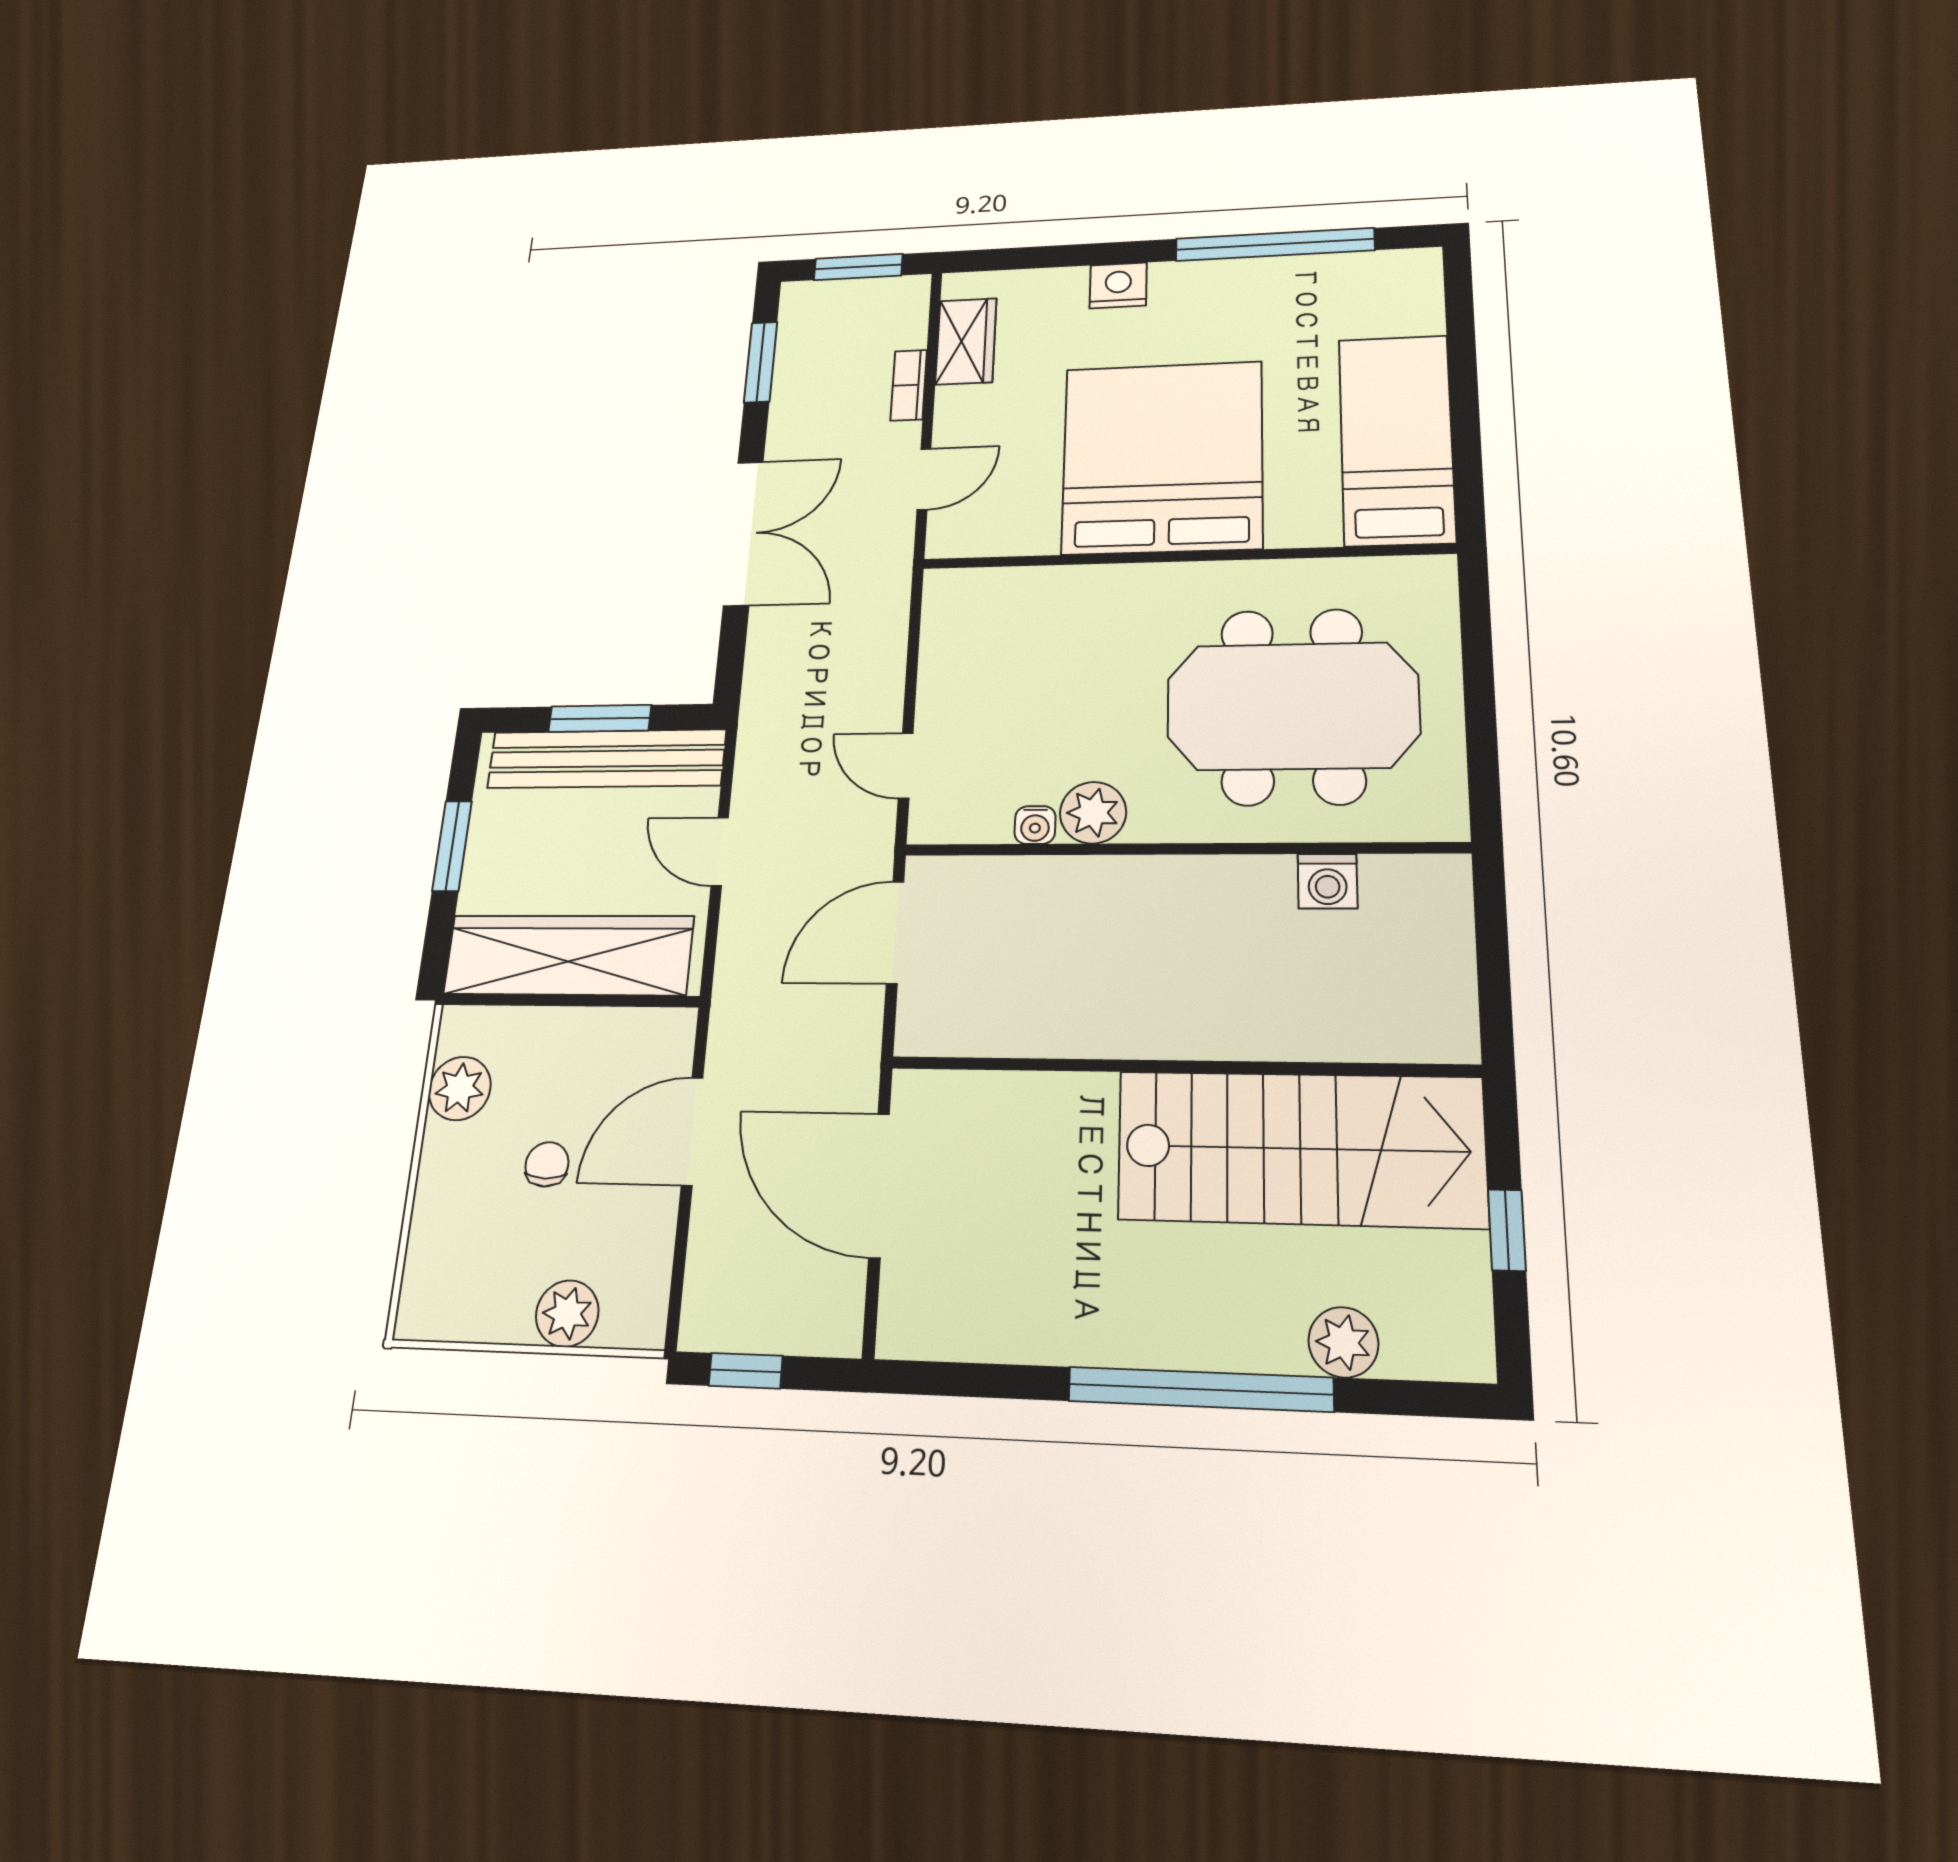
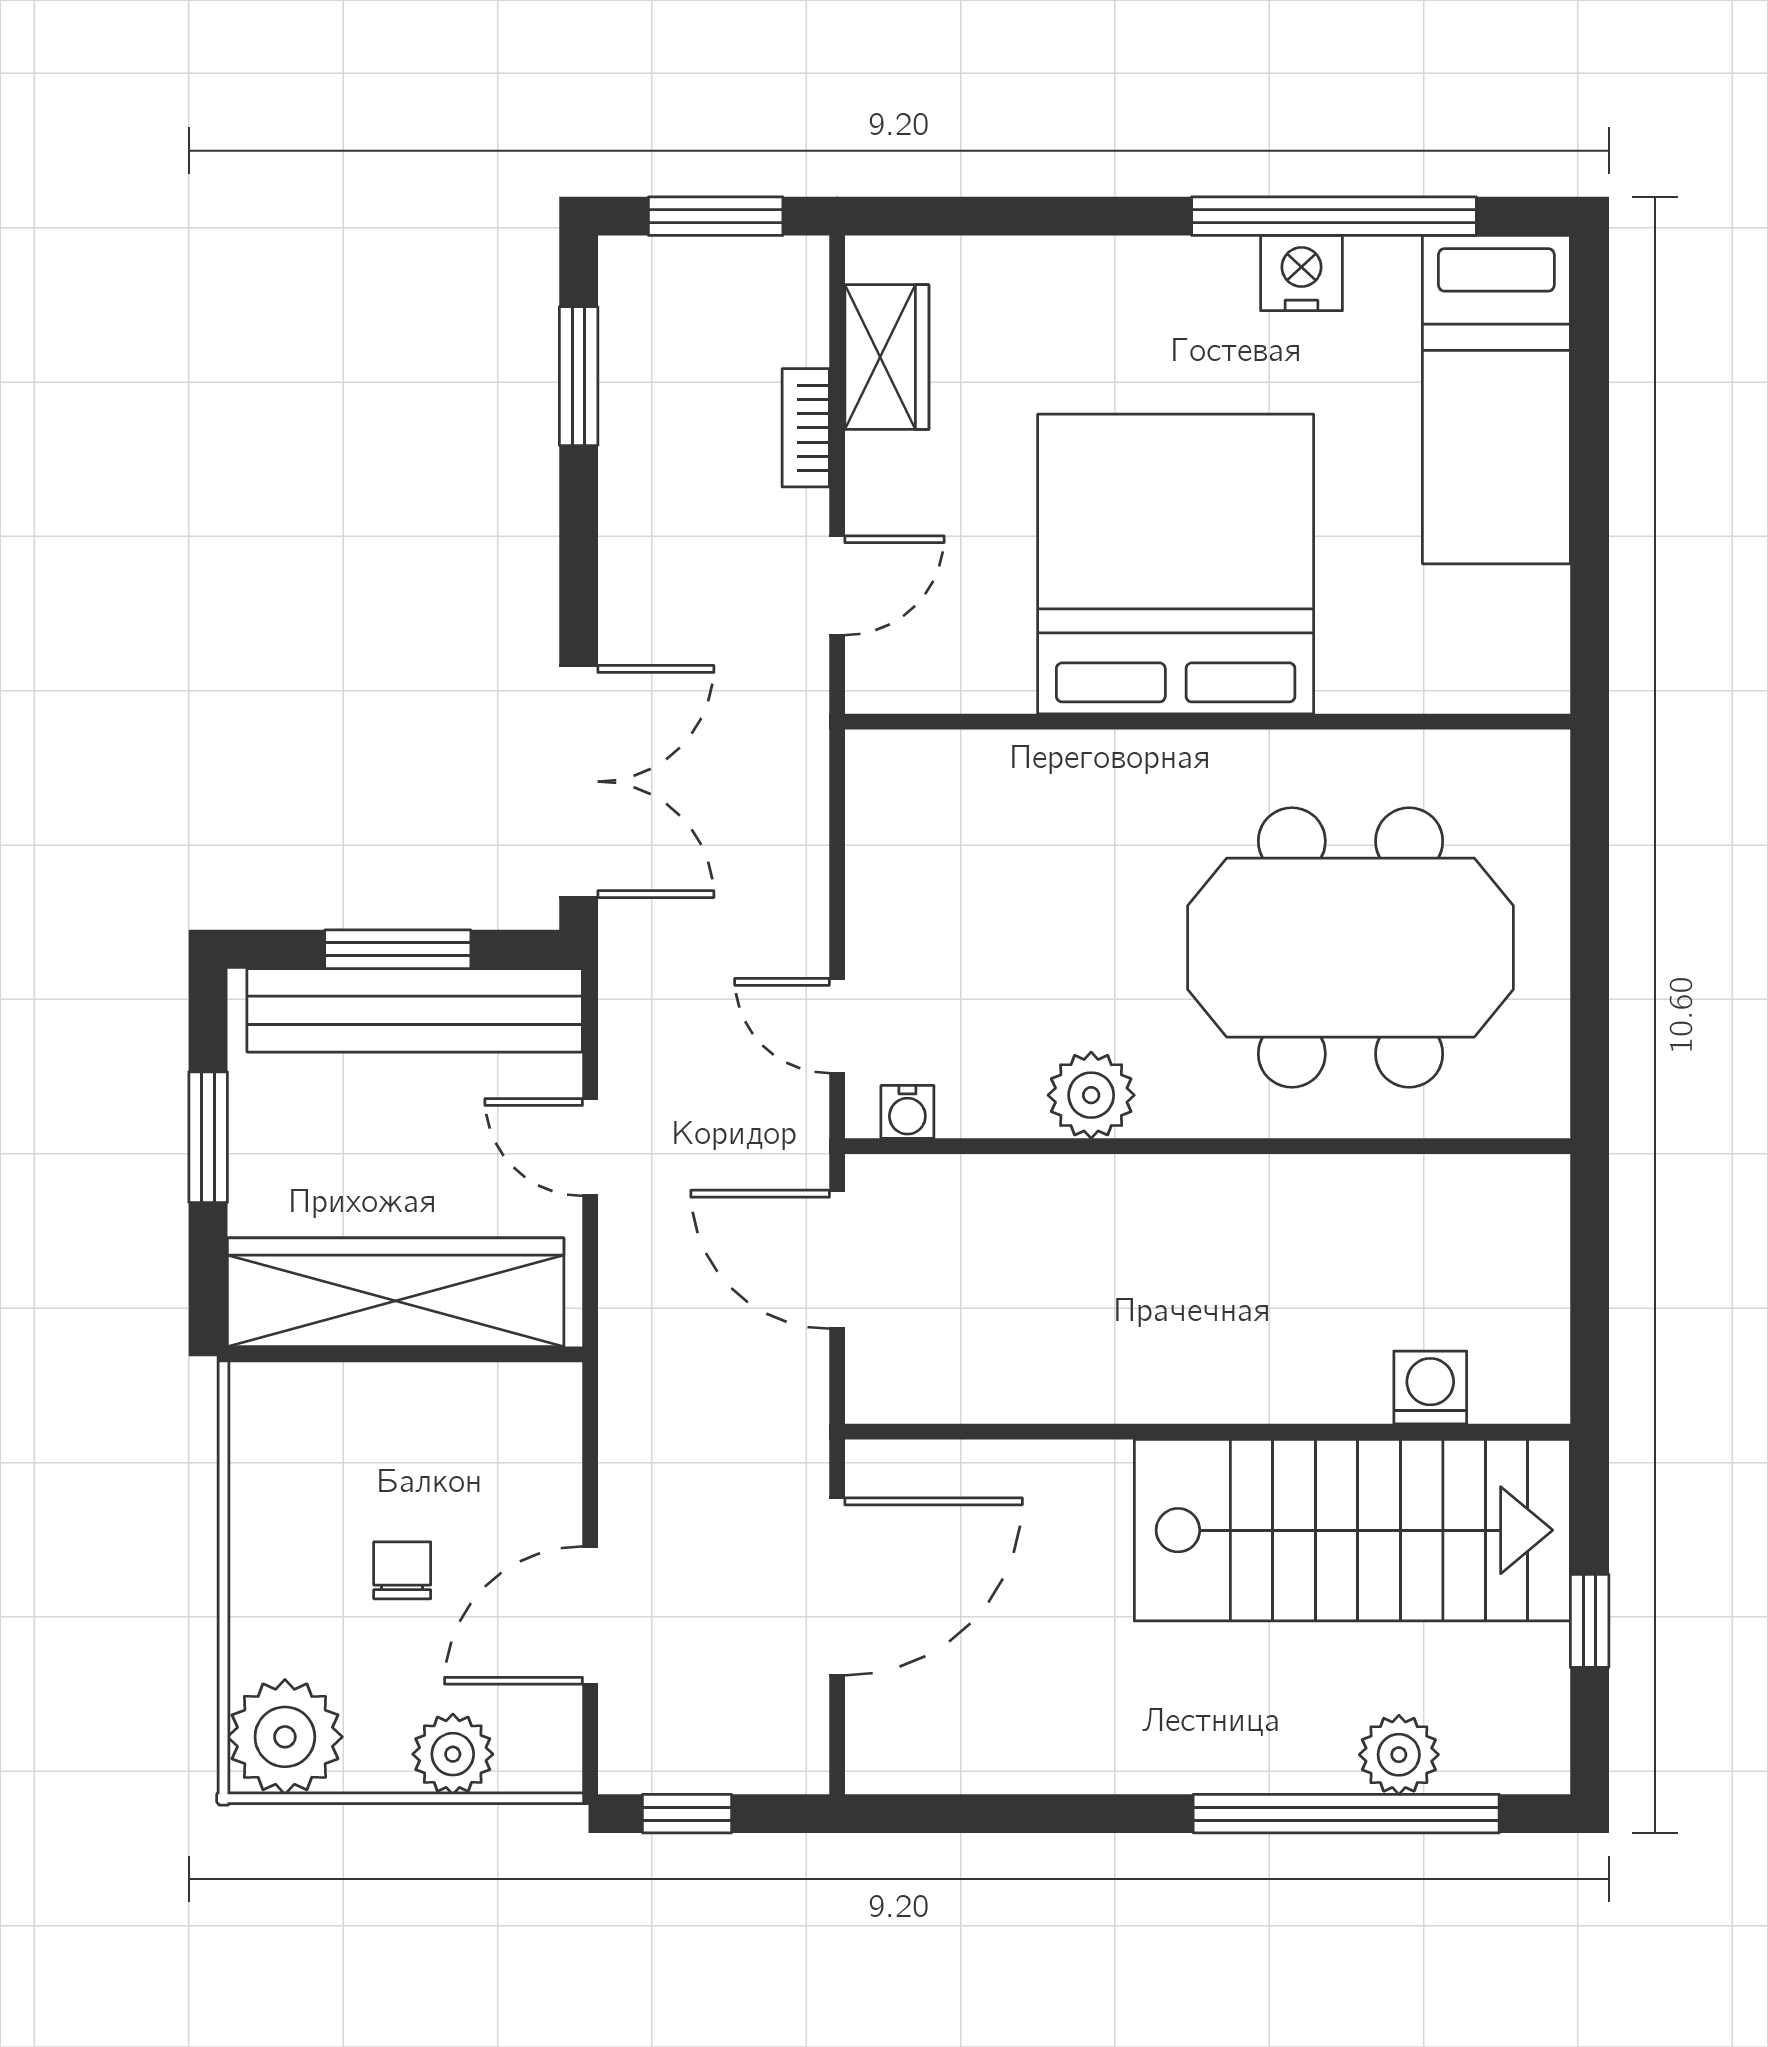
nightstand: (1118, 285) -> (1301, 273), moved
bed: (1396, 439) -> (1496, 400), moved, turned 180
double door: (743, 533) -> (579, 782), moved
water cooler: (1035, 825) -> (907, 1112), moved
washing machine: (1327, 881) -> (1430, 1387), moved, turned 180
door: (895, 932) -> (837, 1259), hinge flipped
plant: (460, 1088) -> (285, 1737), moved, width x1.36, depth x1.36
door: (692, 1131) -> (590, 1615), moved
door: (879, 1185) -> (837, 1587), swing flipped
window: (1200, 1389) -> (1346, 1814), moved

